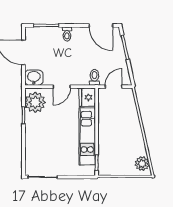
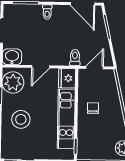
chair: (113, 126) -> (93, 108), added
stool: (43, 138) -> (21, 119), added

